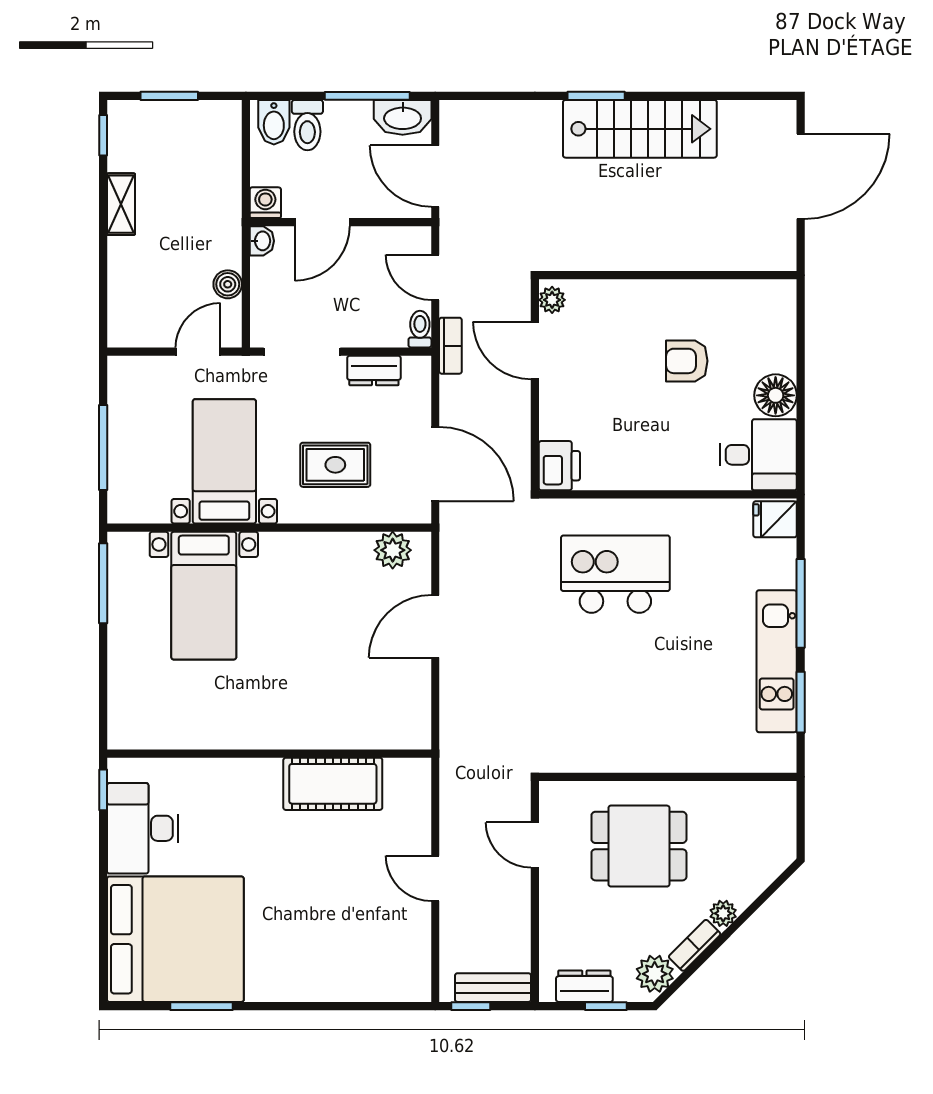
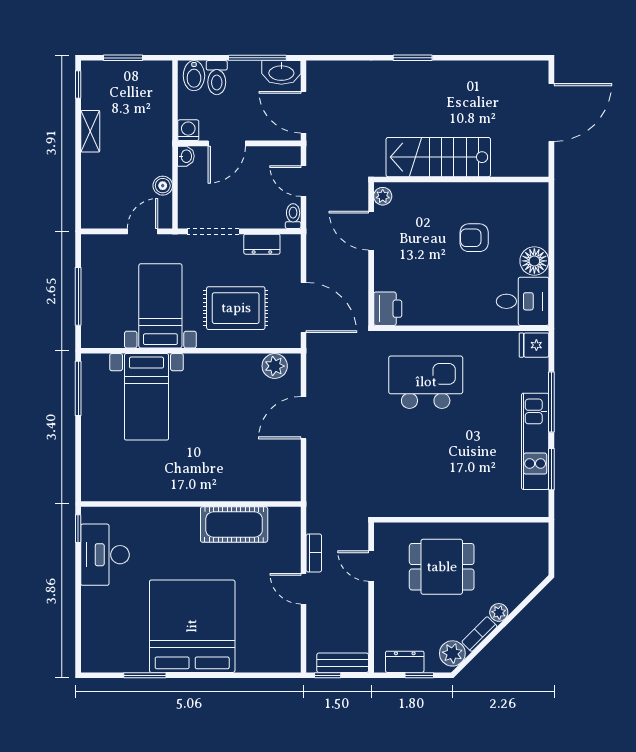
stairs: (640, 129) -> (438, 157), moved, turned 180
bookcase: (450, 346) -> (314, 553), moved
rug: (335, 465) -> (236, 308), width x1.36, depth x1.43
bed: (175, 939) -> (192, 626), moved, turned -90

